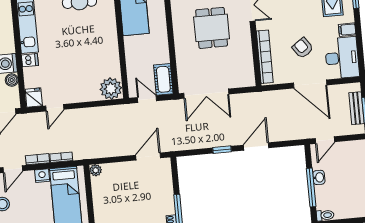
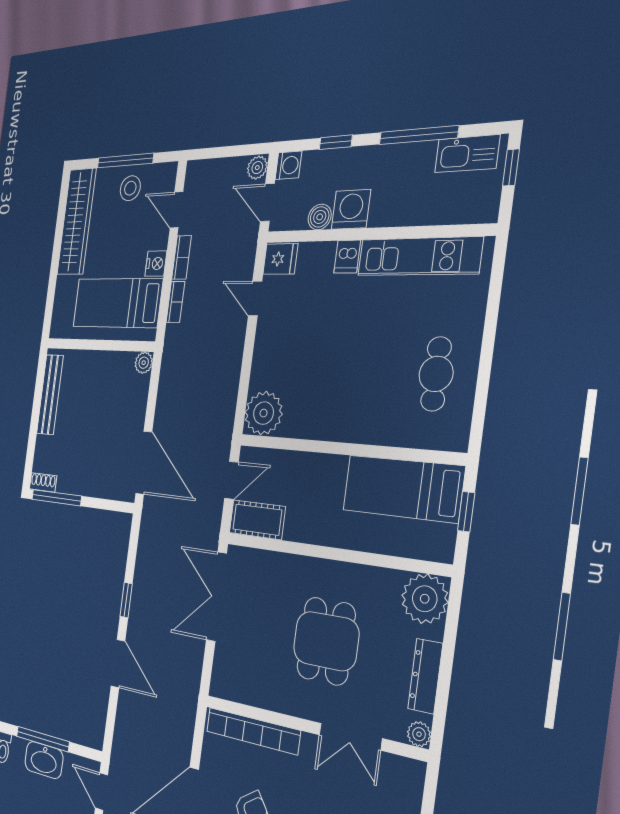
dining table: (212, 28) -> (326, 641), turned 90
door: (148, 157) -> (144, 463), width x1.36
washbasin: (319, 177) -> (44, 760), width x1.91, depth x1.45

